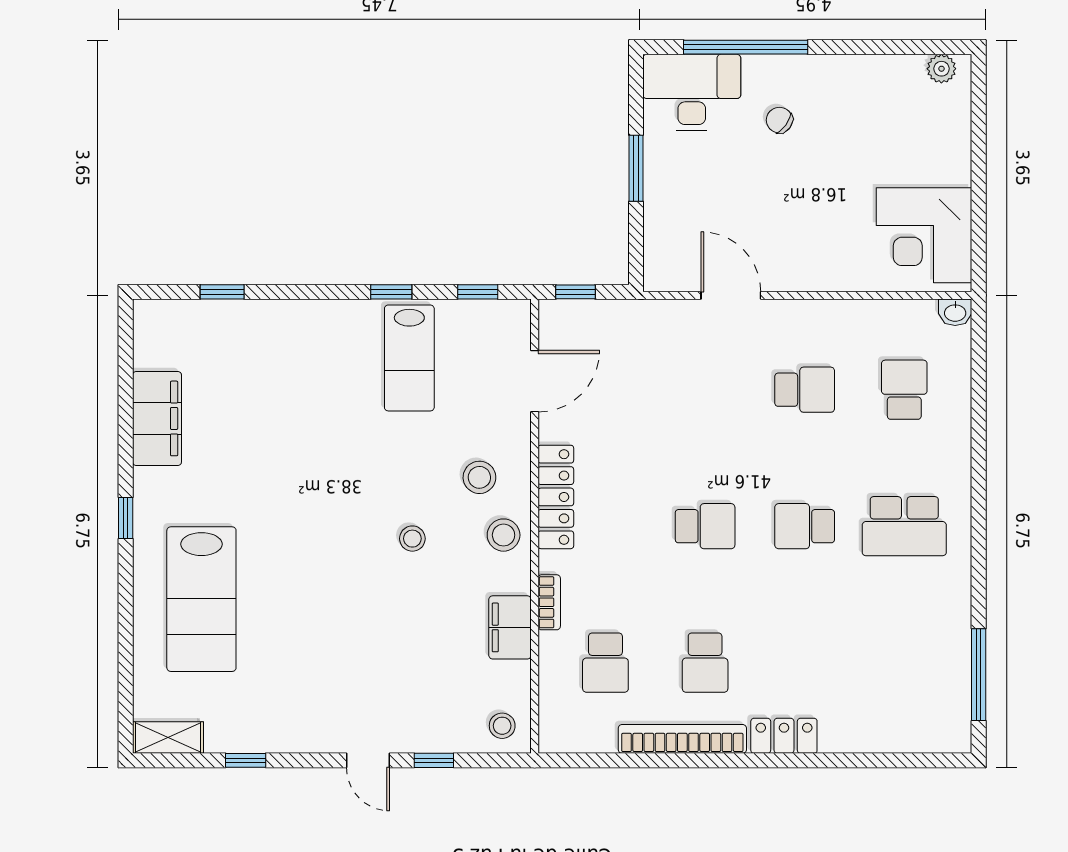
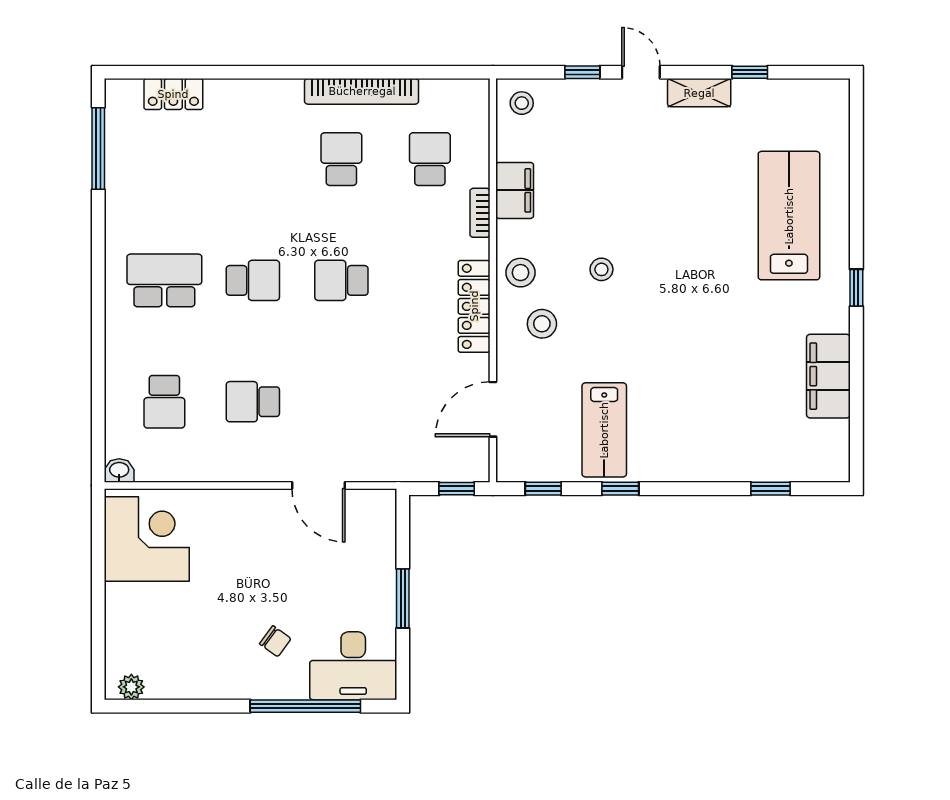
lab bench: (409, 358) -> (604, 430), turned 180
locker: (784, 736) -> (173, 94), moved
shelving: (168, 737) -> (699, 93), moved

